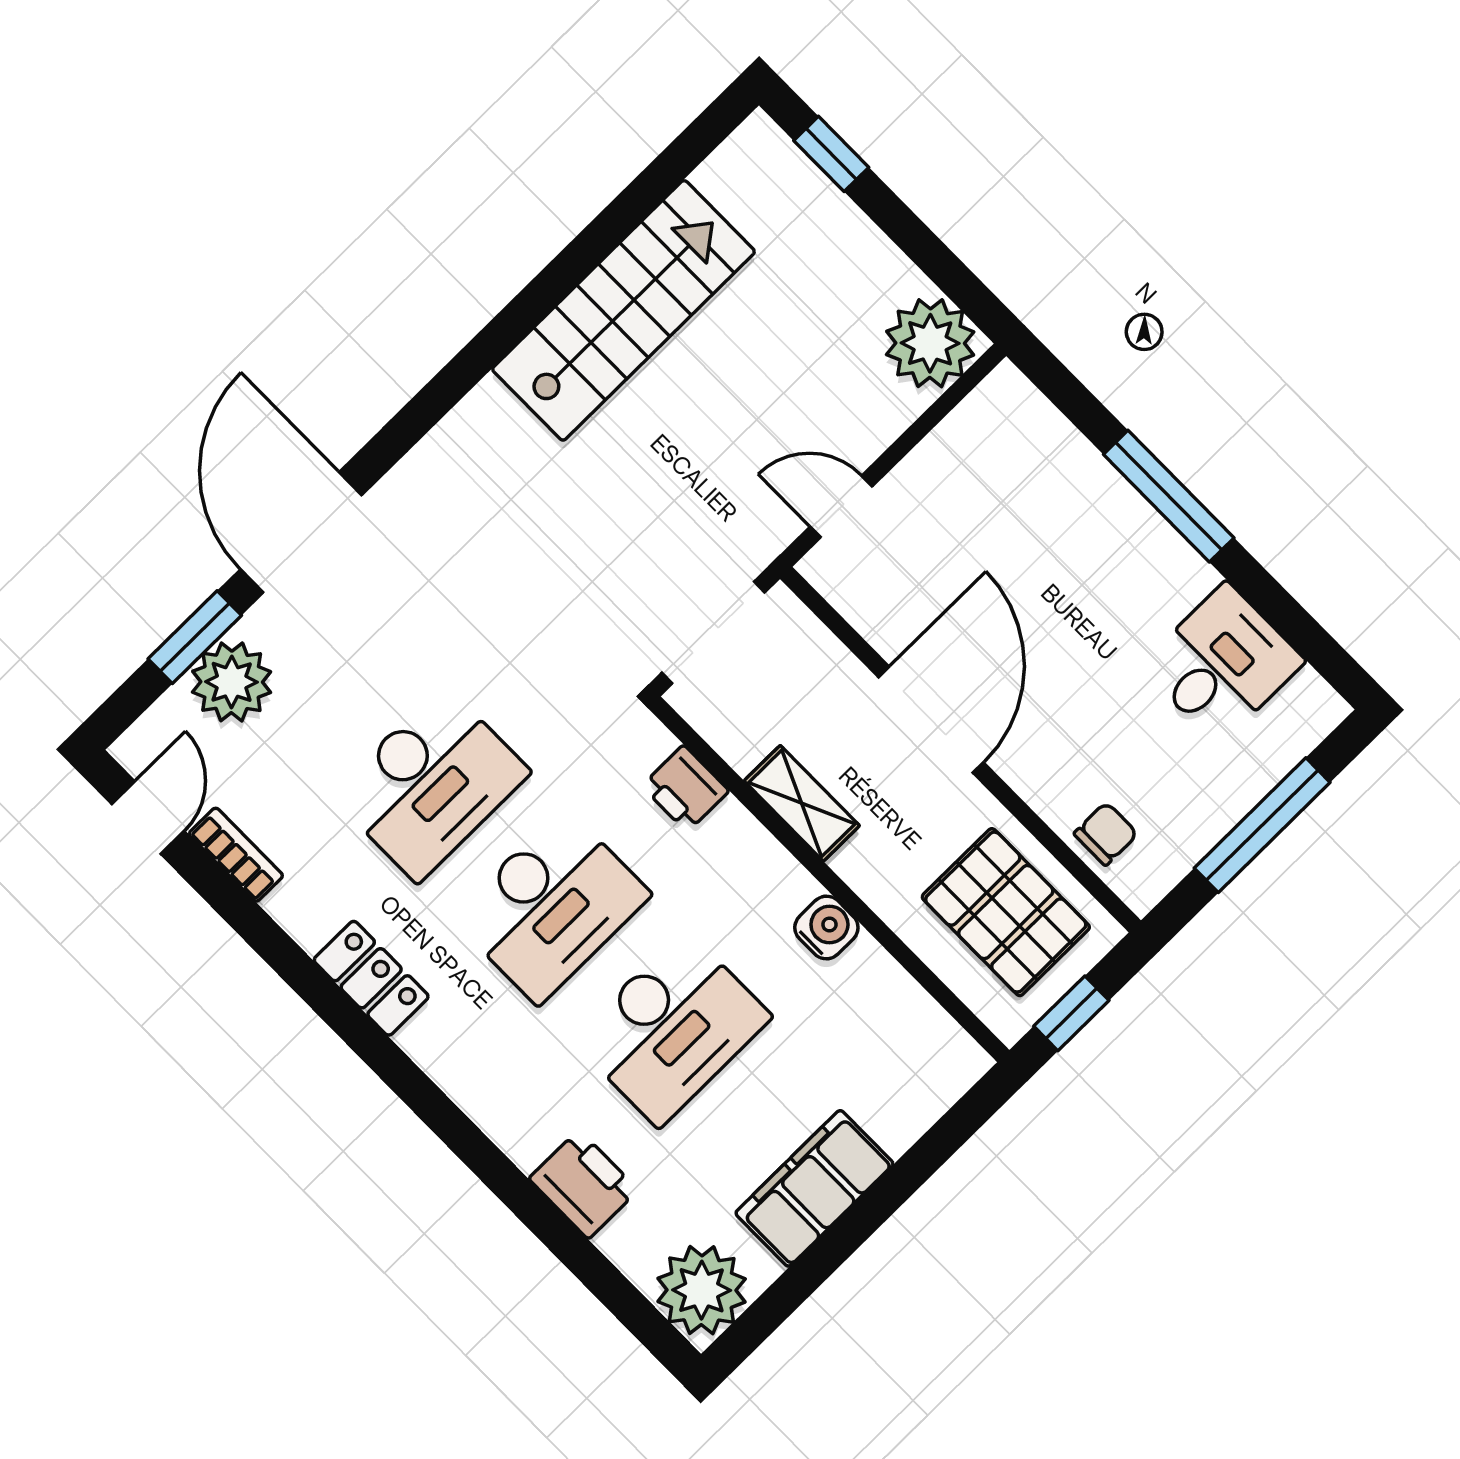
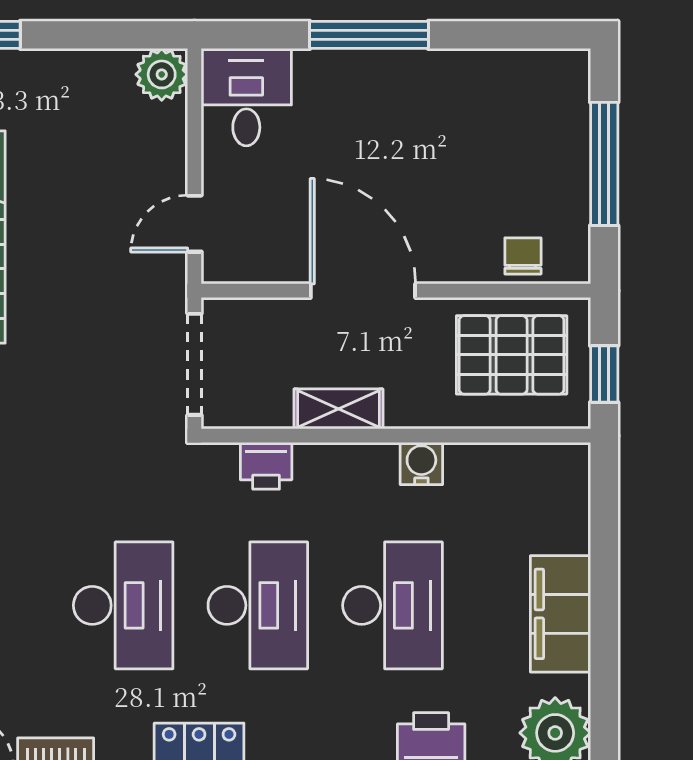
plant: (930, 343) -> (162, 74), width x0.73, depth x0.73
desk: (1222, 664) -> (246, 97), moved

